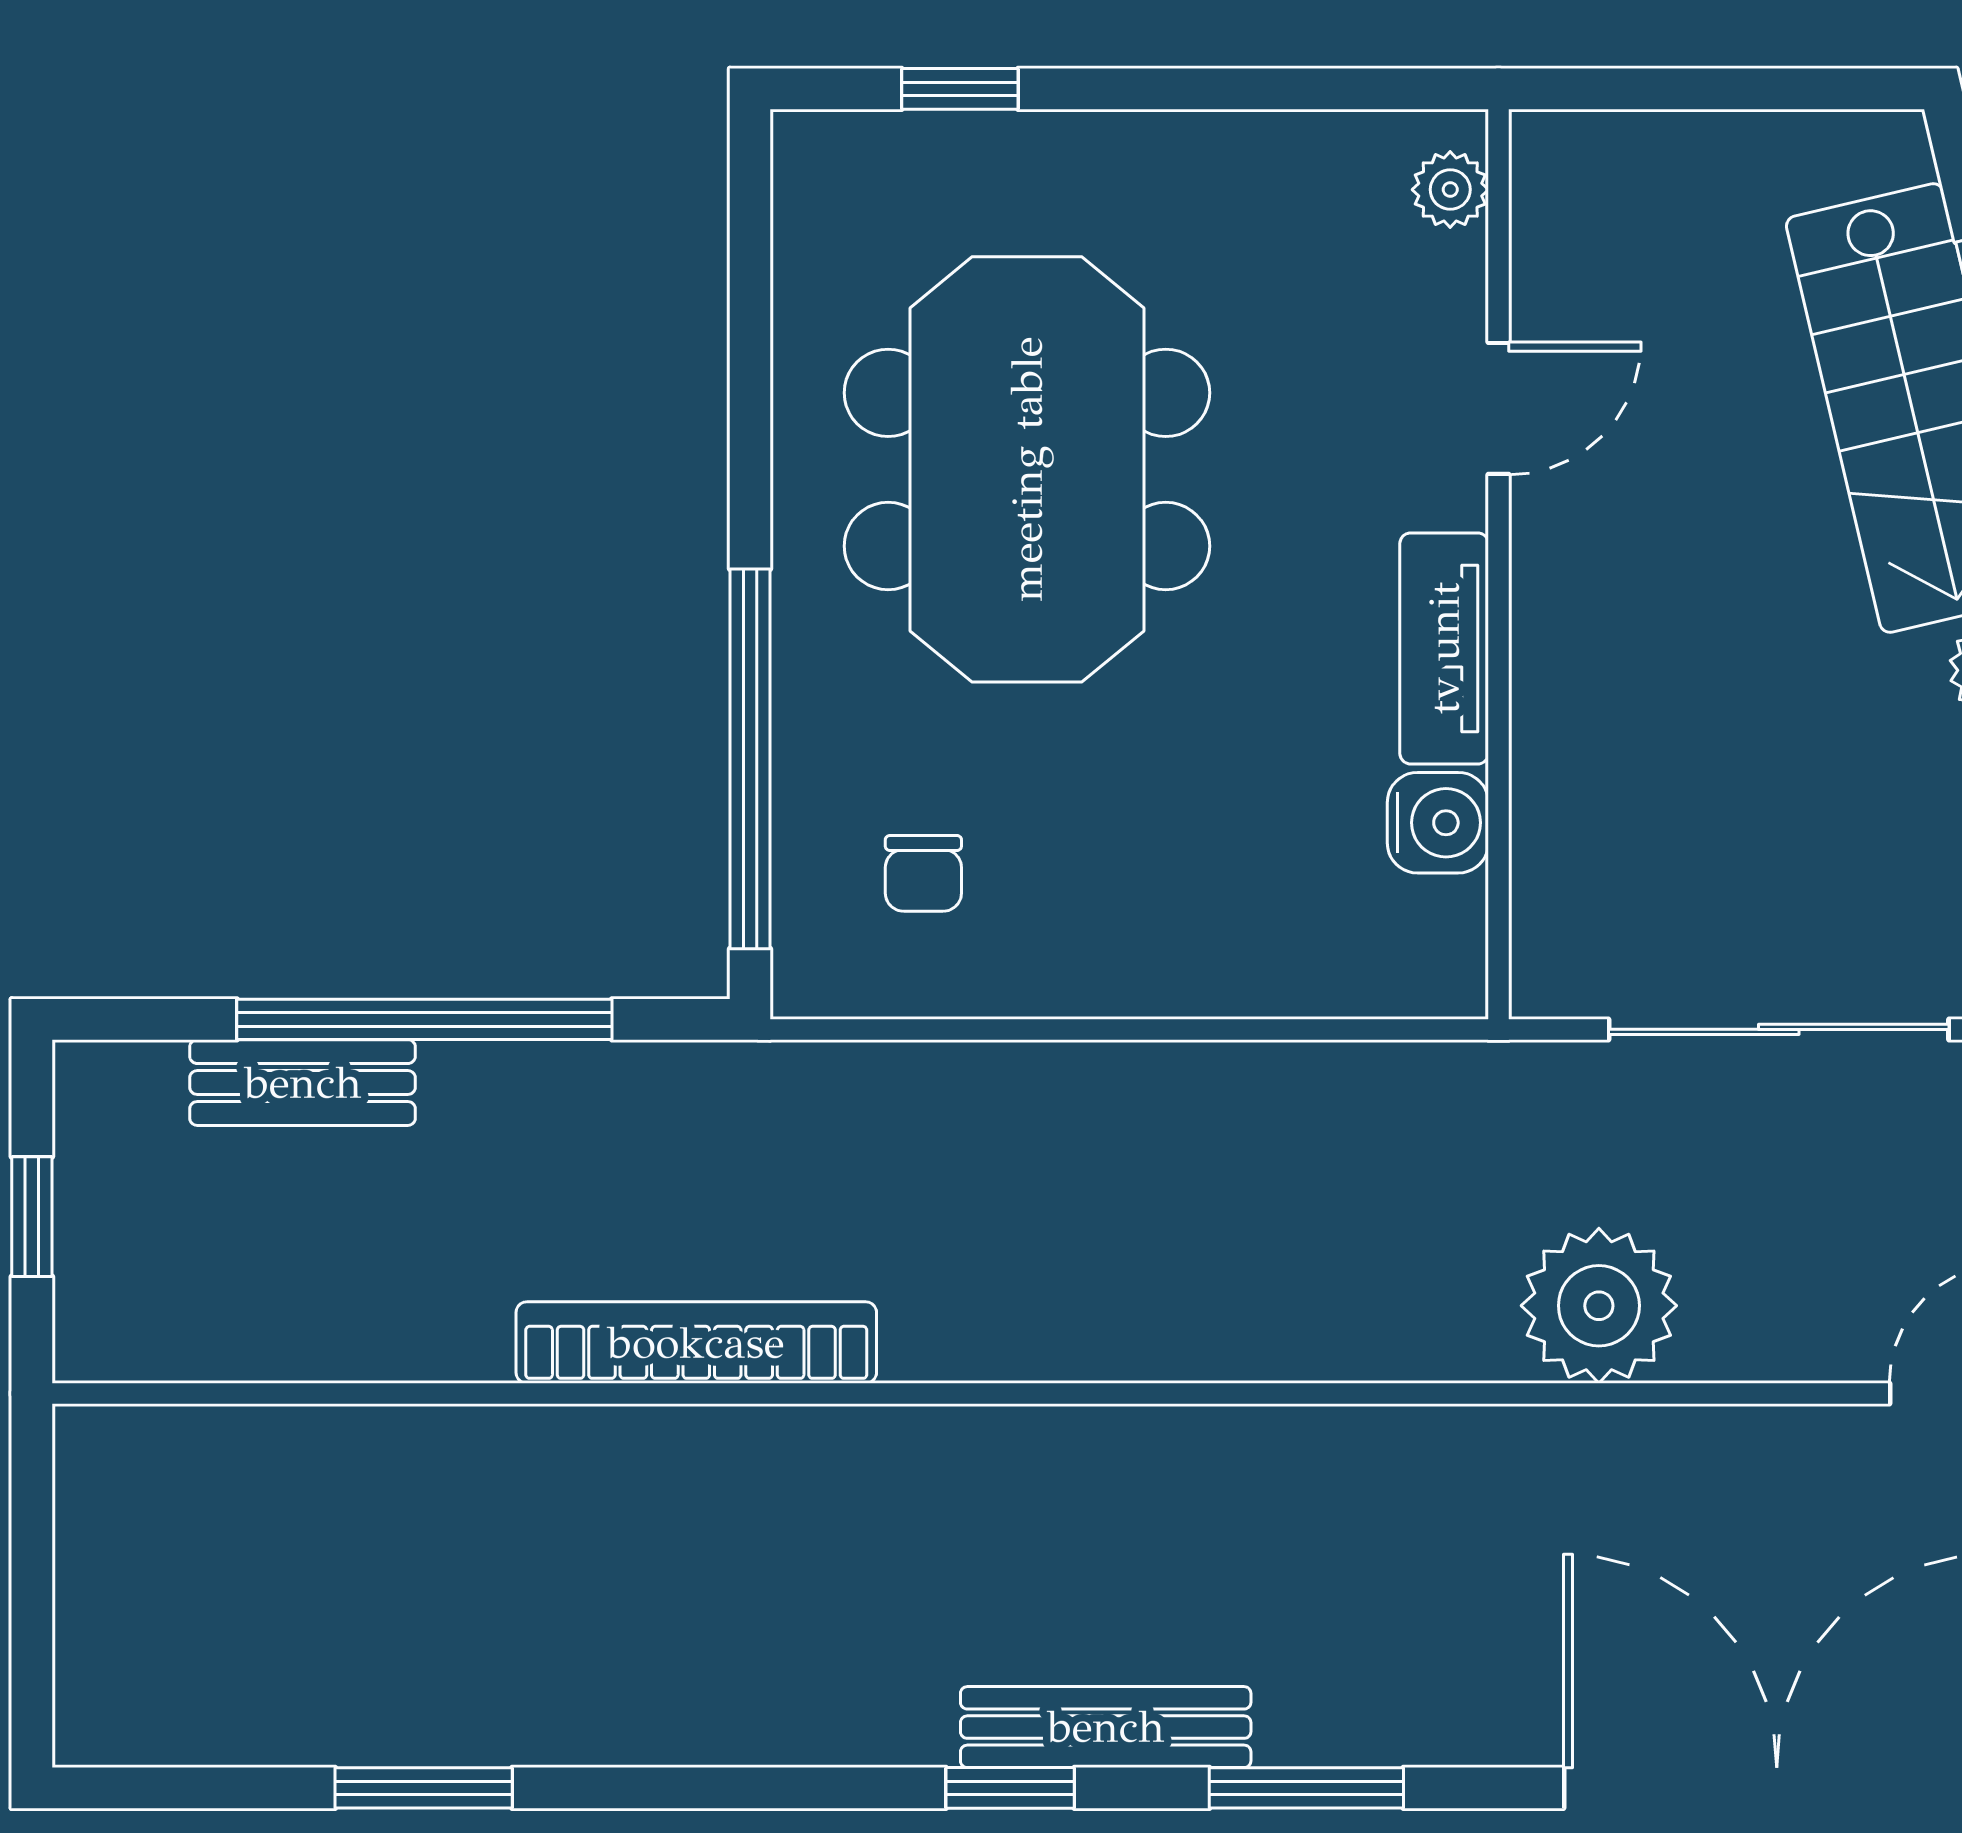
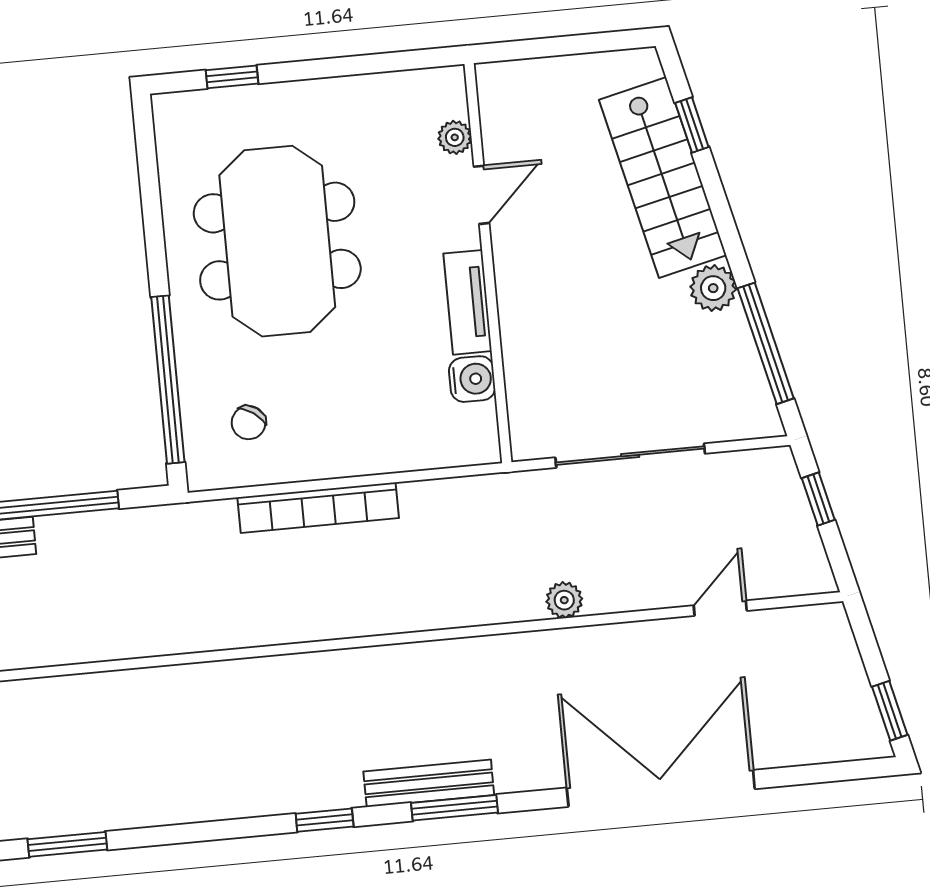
plant: (1450, 190) -> (455, 137), moved
chair: (923, 873) -> (249, 423), turned 35
plant: (1599, 1306) -> (564, 600), width x0.53, depth x0.53
bookcase: (696, 1343) -> (318, 508), moved, turned 180
bench: (1106, 1727) -> (429, 783), moved

